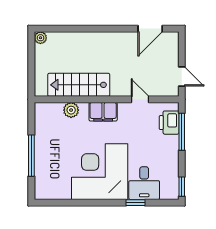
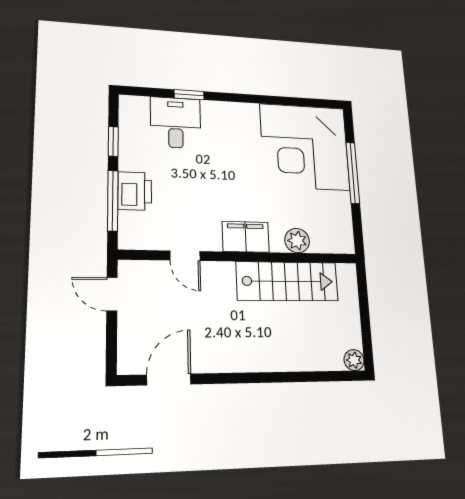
printer: (169, 123) -> (135, 191), moved
corner desk: (100, 172) -> (305, 147), moved, turned 90
window: (182, 187) -> (113, 141), moved

